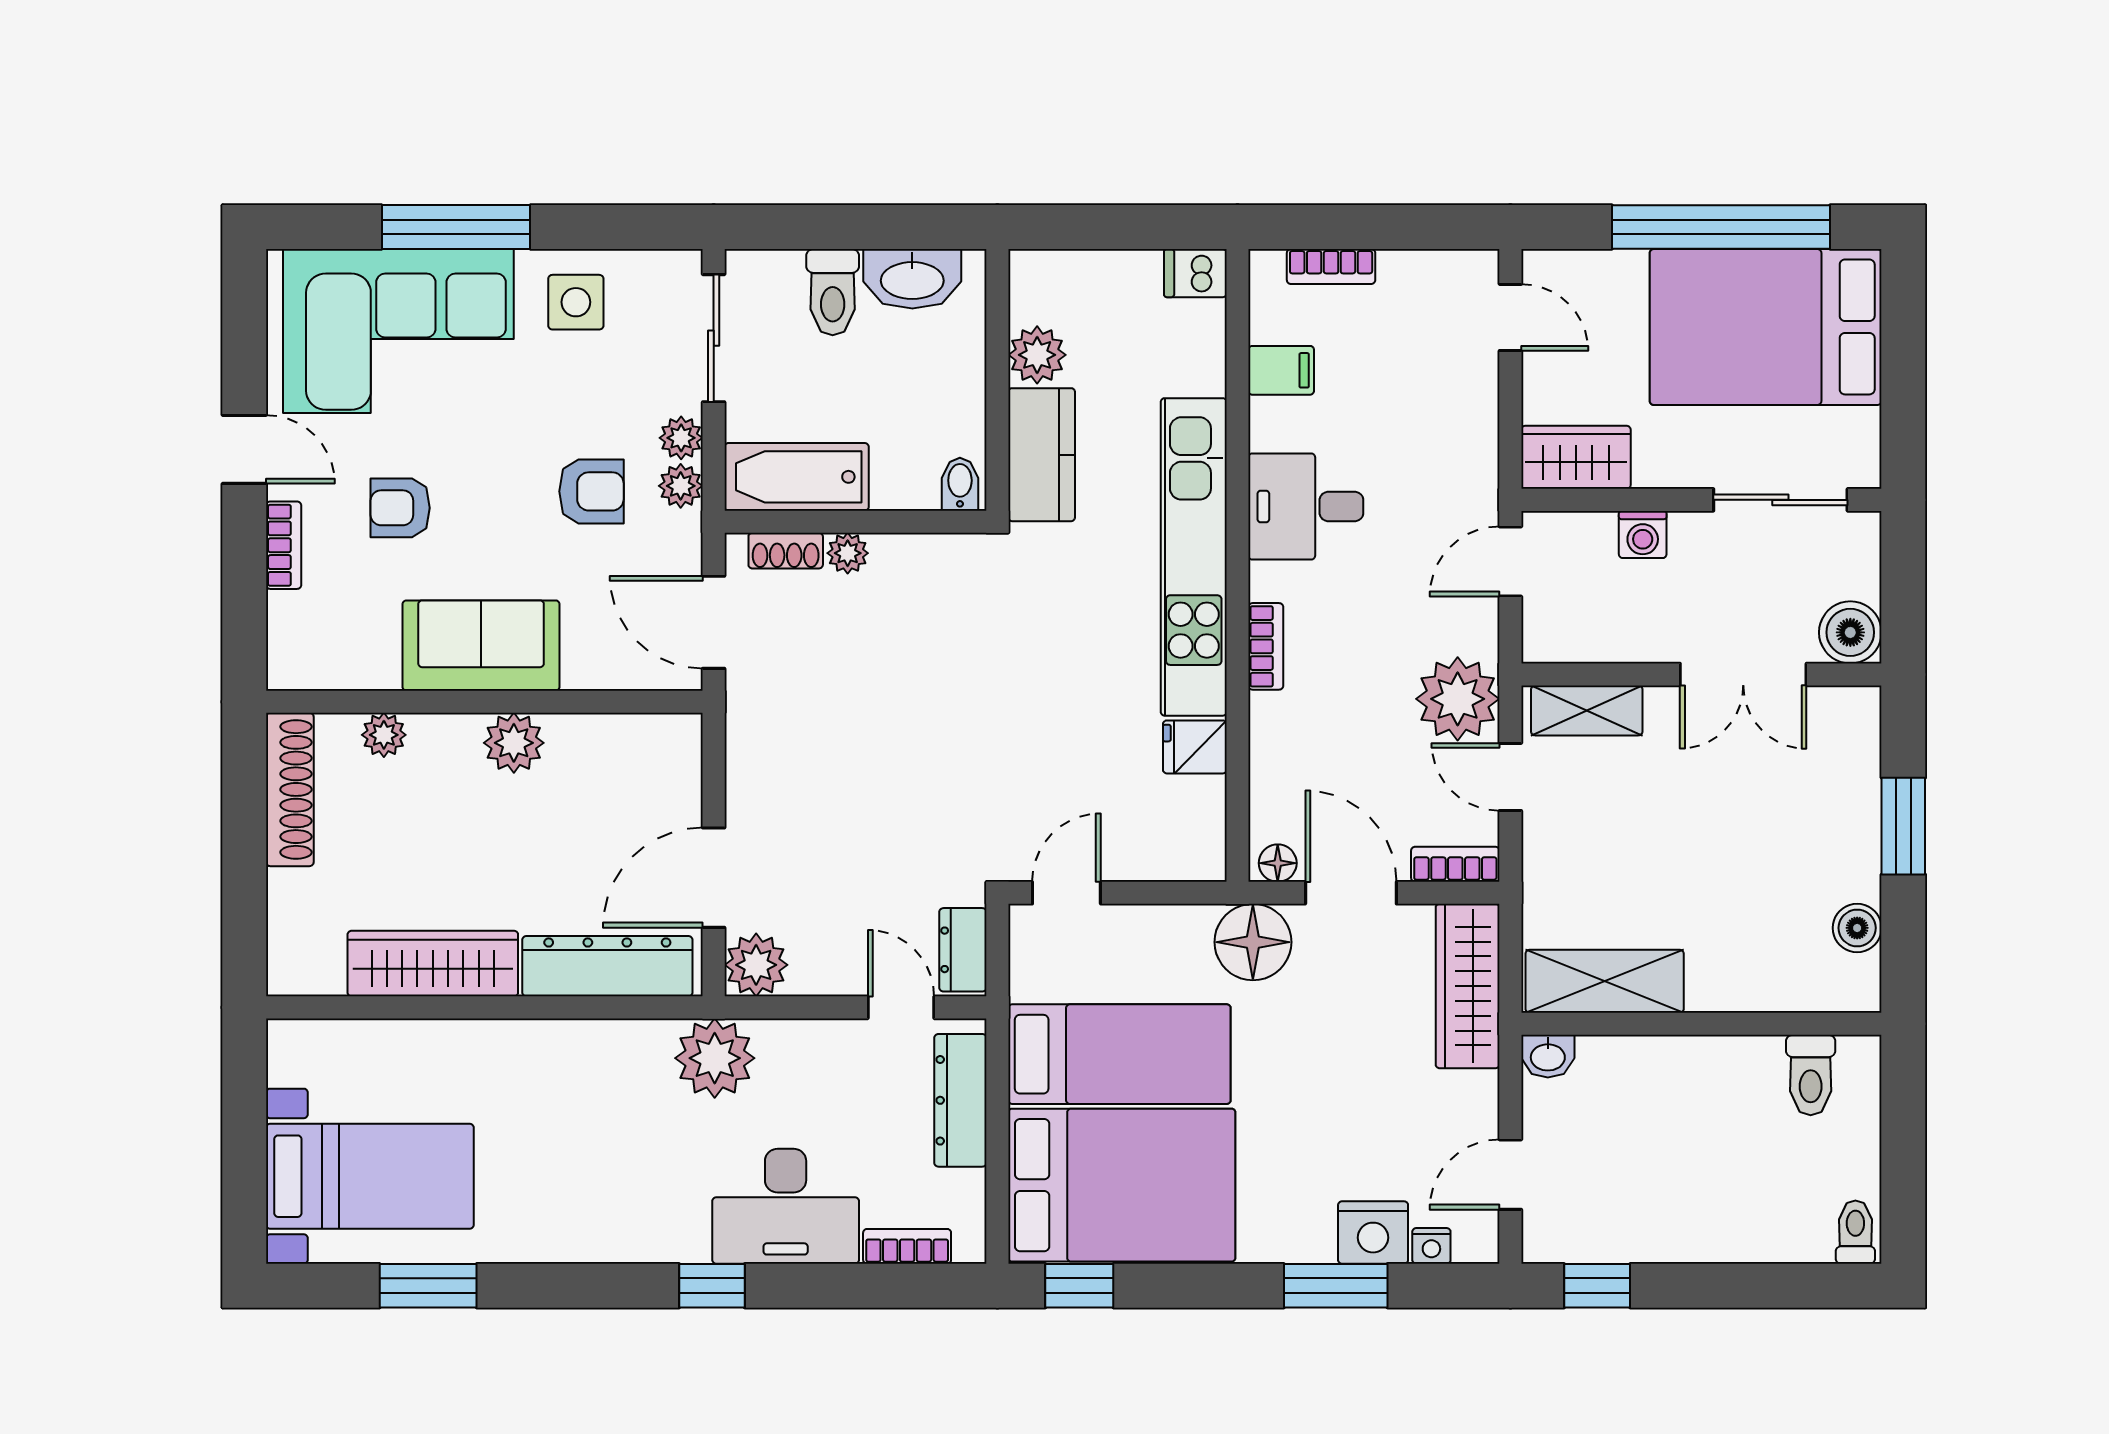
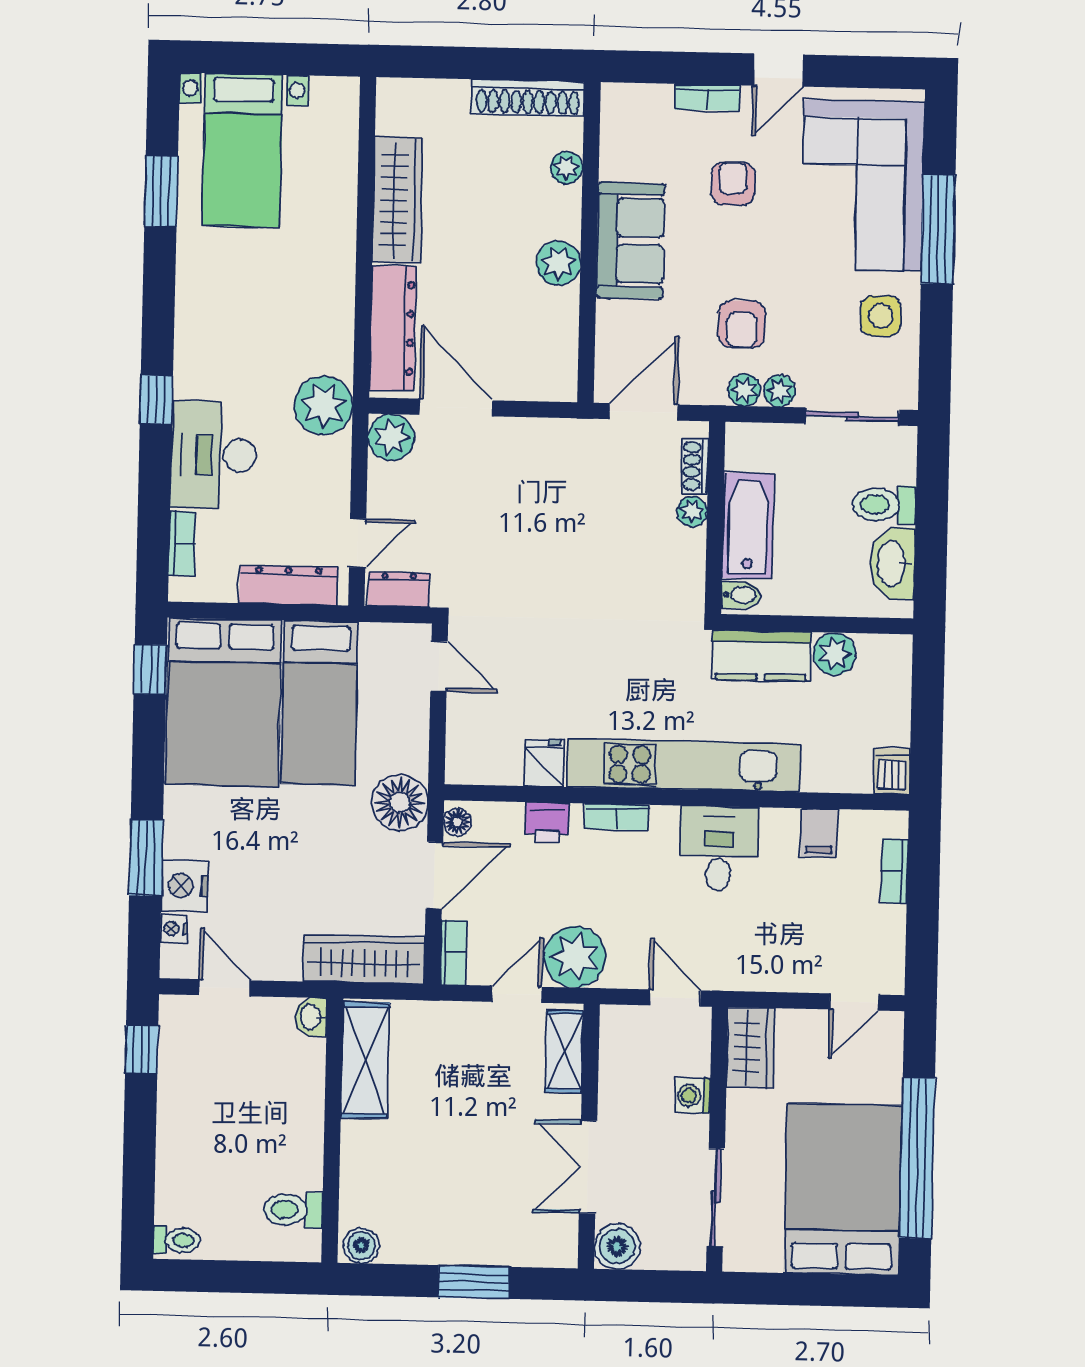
bathtub: (797, 477) -> (748, 526), moved
printer: (1275, 741) -> (547, 822), added
boiler: (1857, 928) -> (361, 1246), moved

